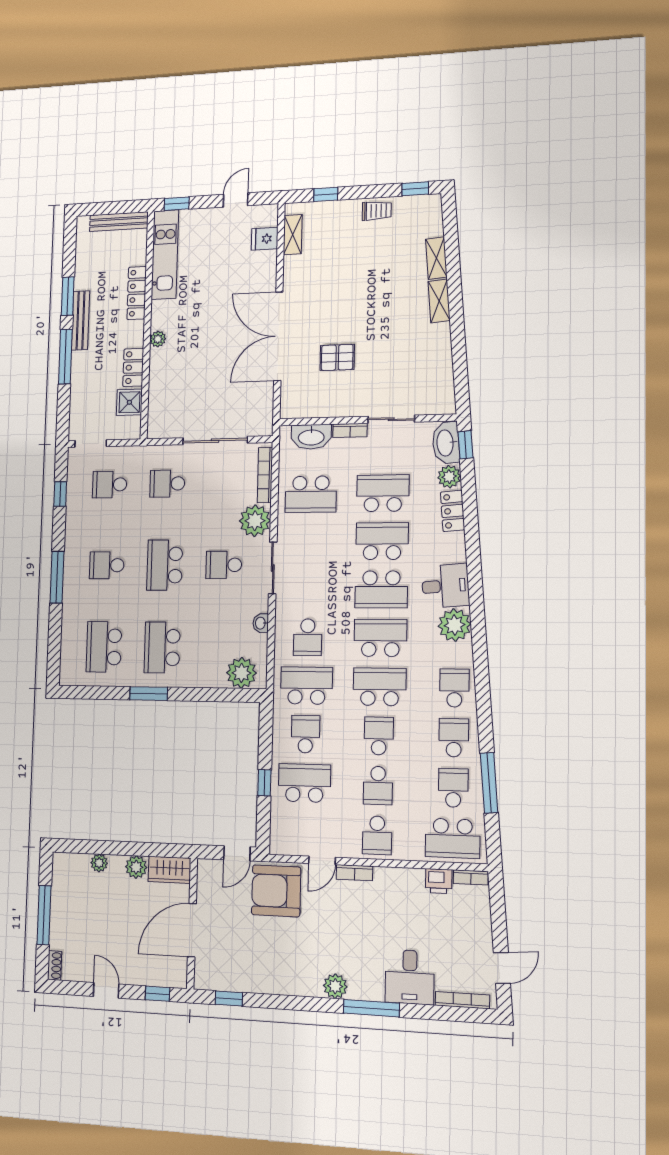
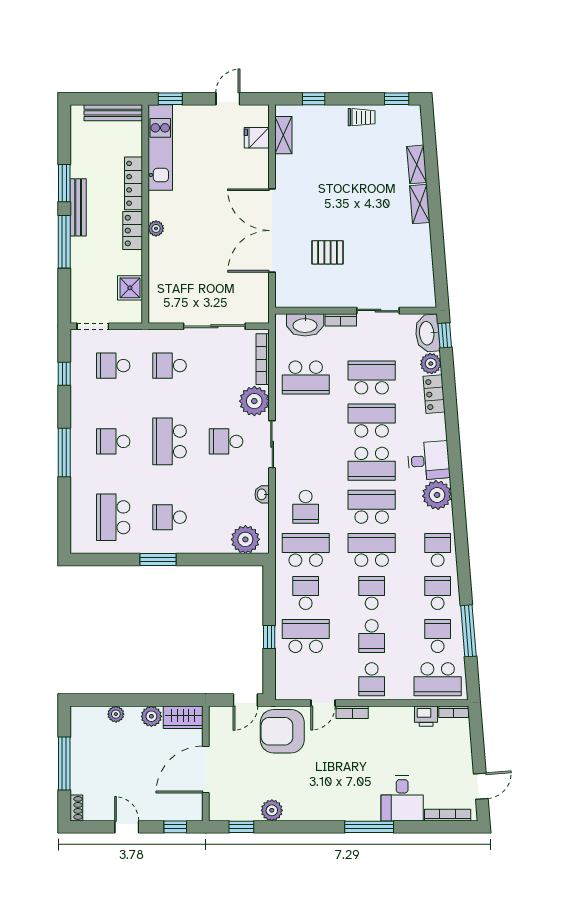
locker: (133, 367) -> (133, 231), moved
school desk: (162, 647) -> (170, 517), width x0.54
plant: (335, 986) -> (272, 810), moved

